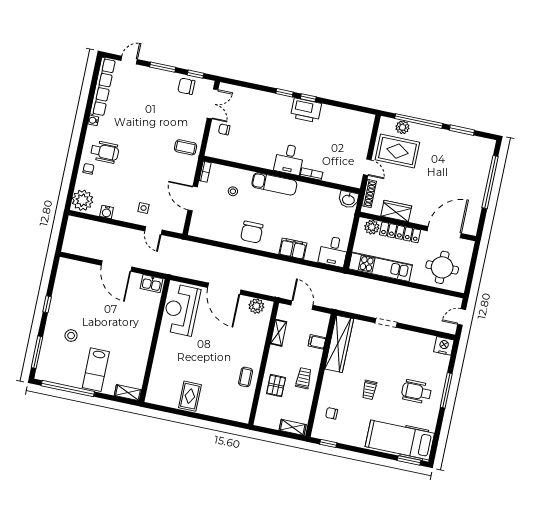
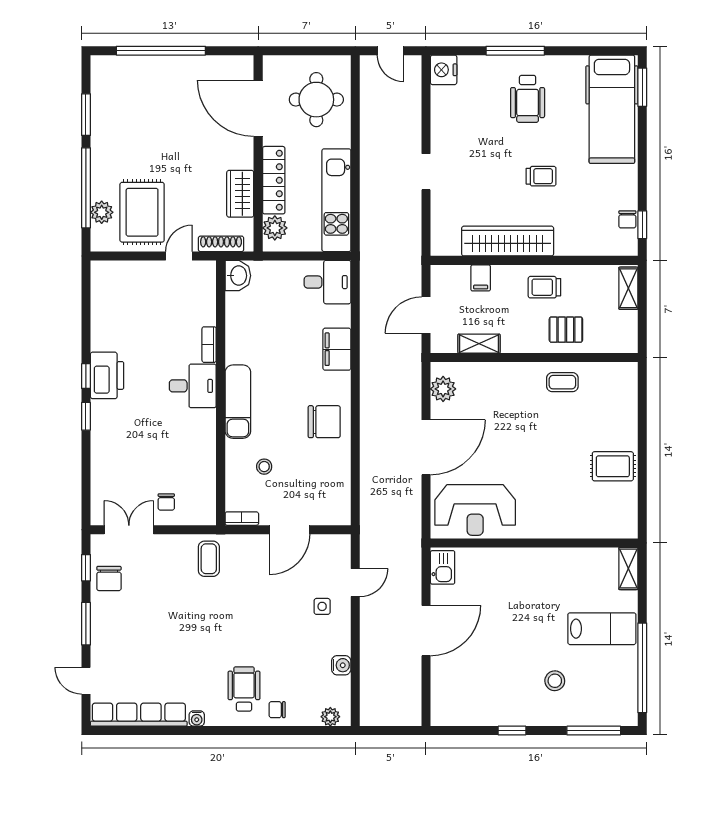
plant: (83, 200) -> (330, 717), width x0.53, depth x0.53
wardrobe: (339, 344) -> (508, 241), moved
chair: (332, 413) -> (627, 219), moved

